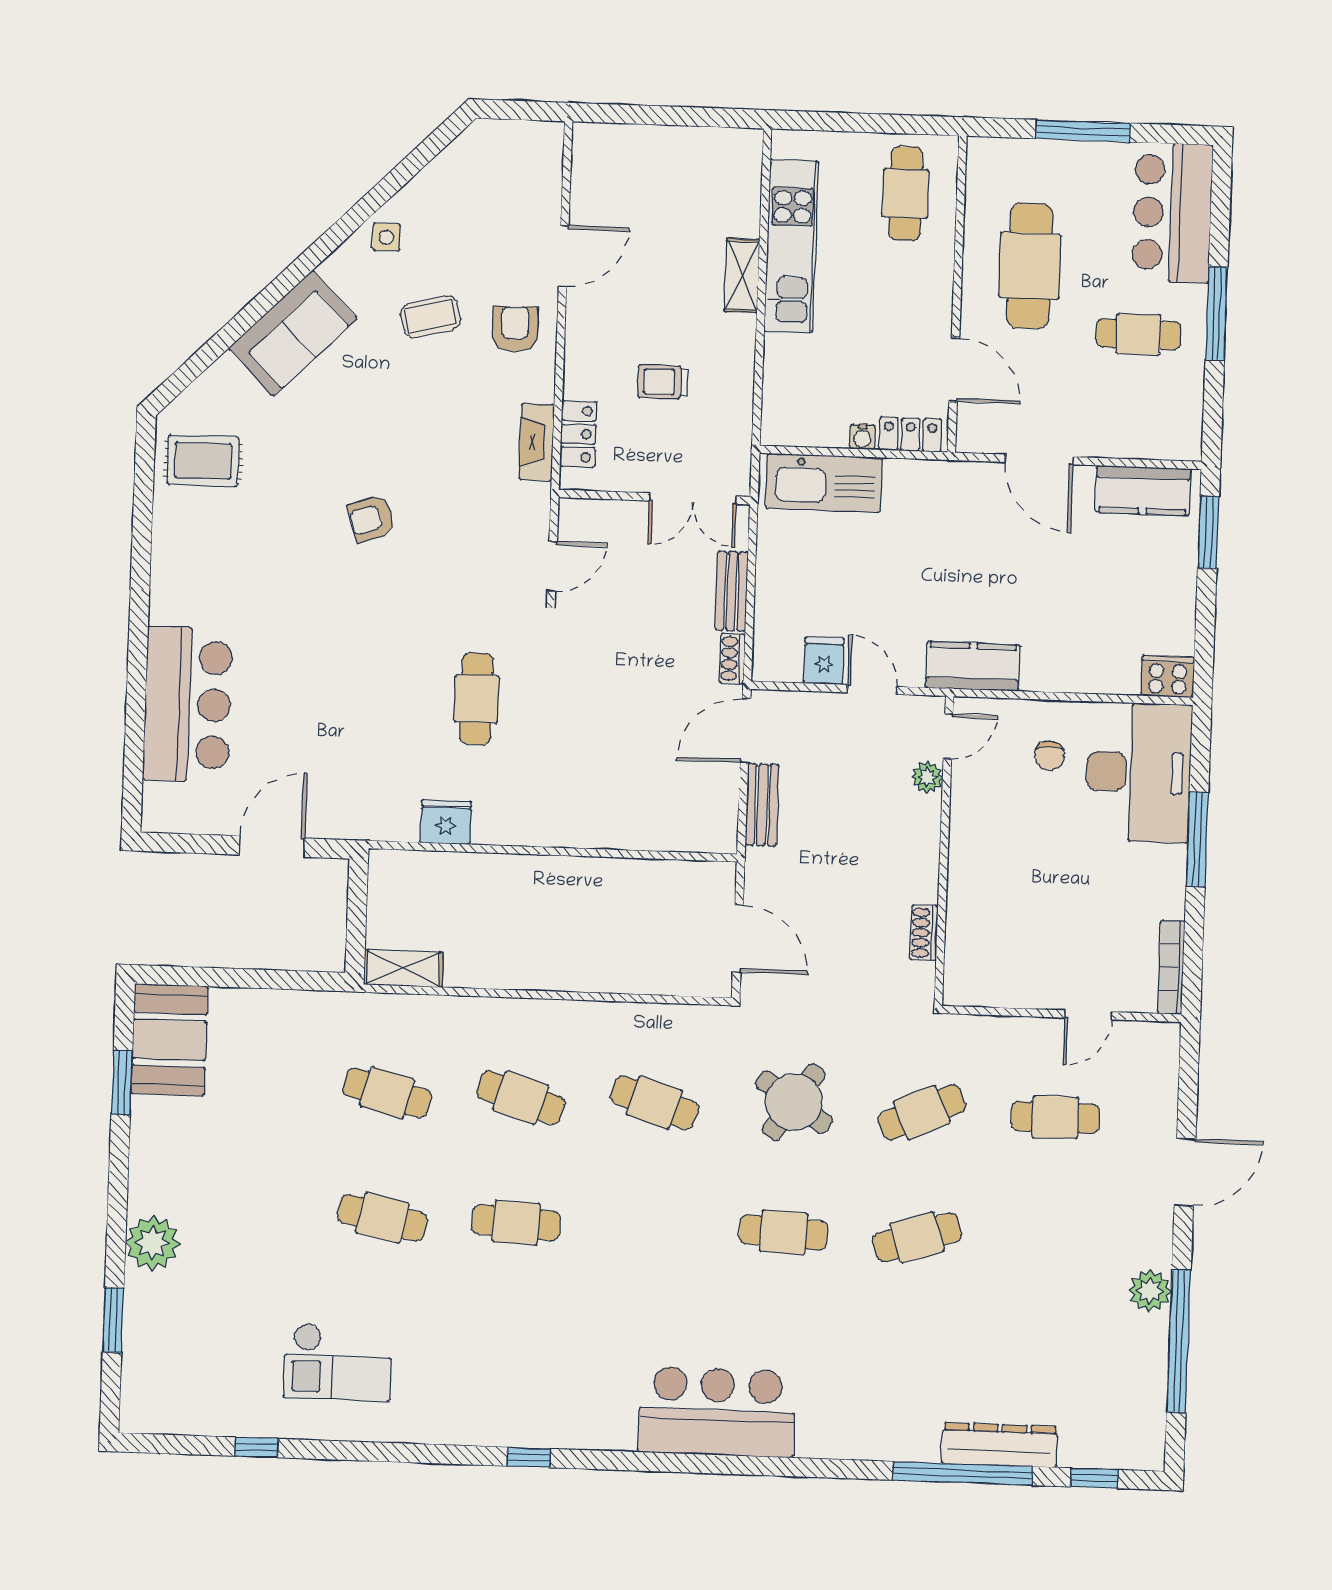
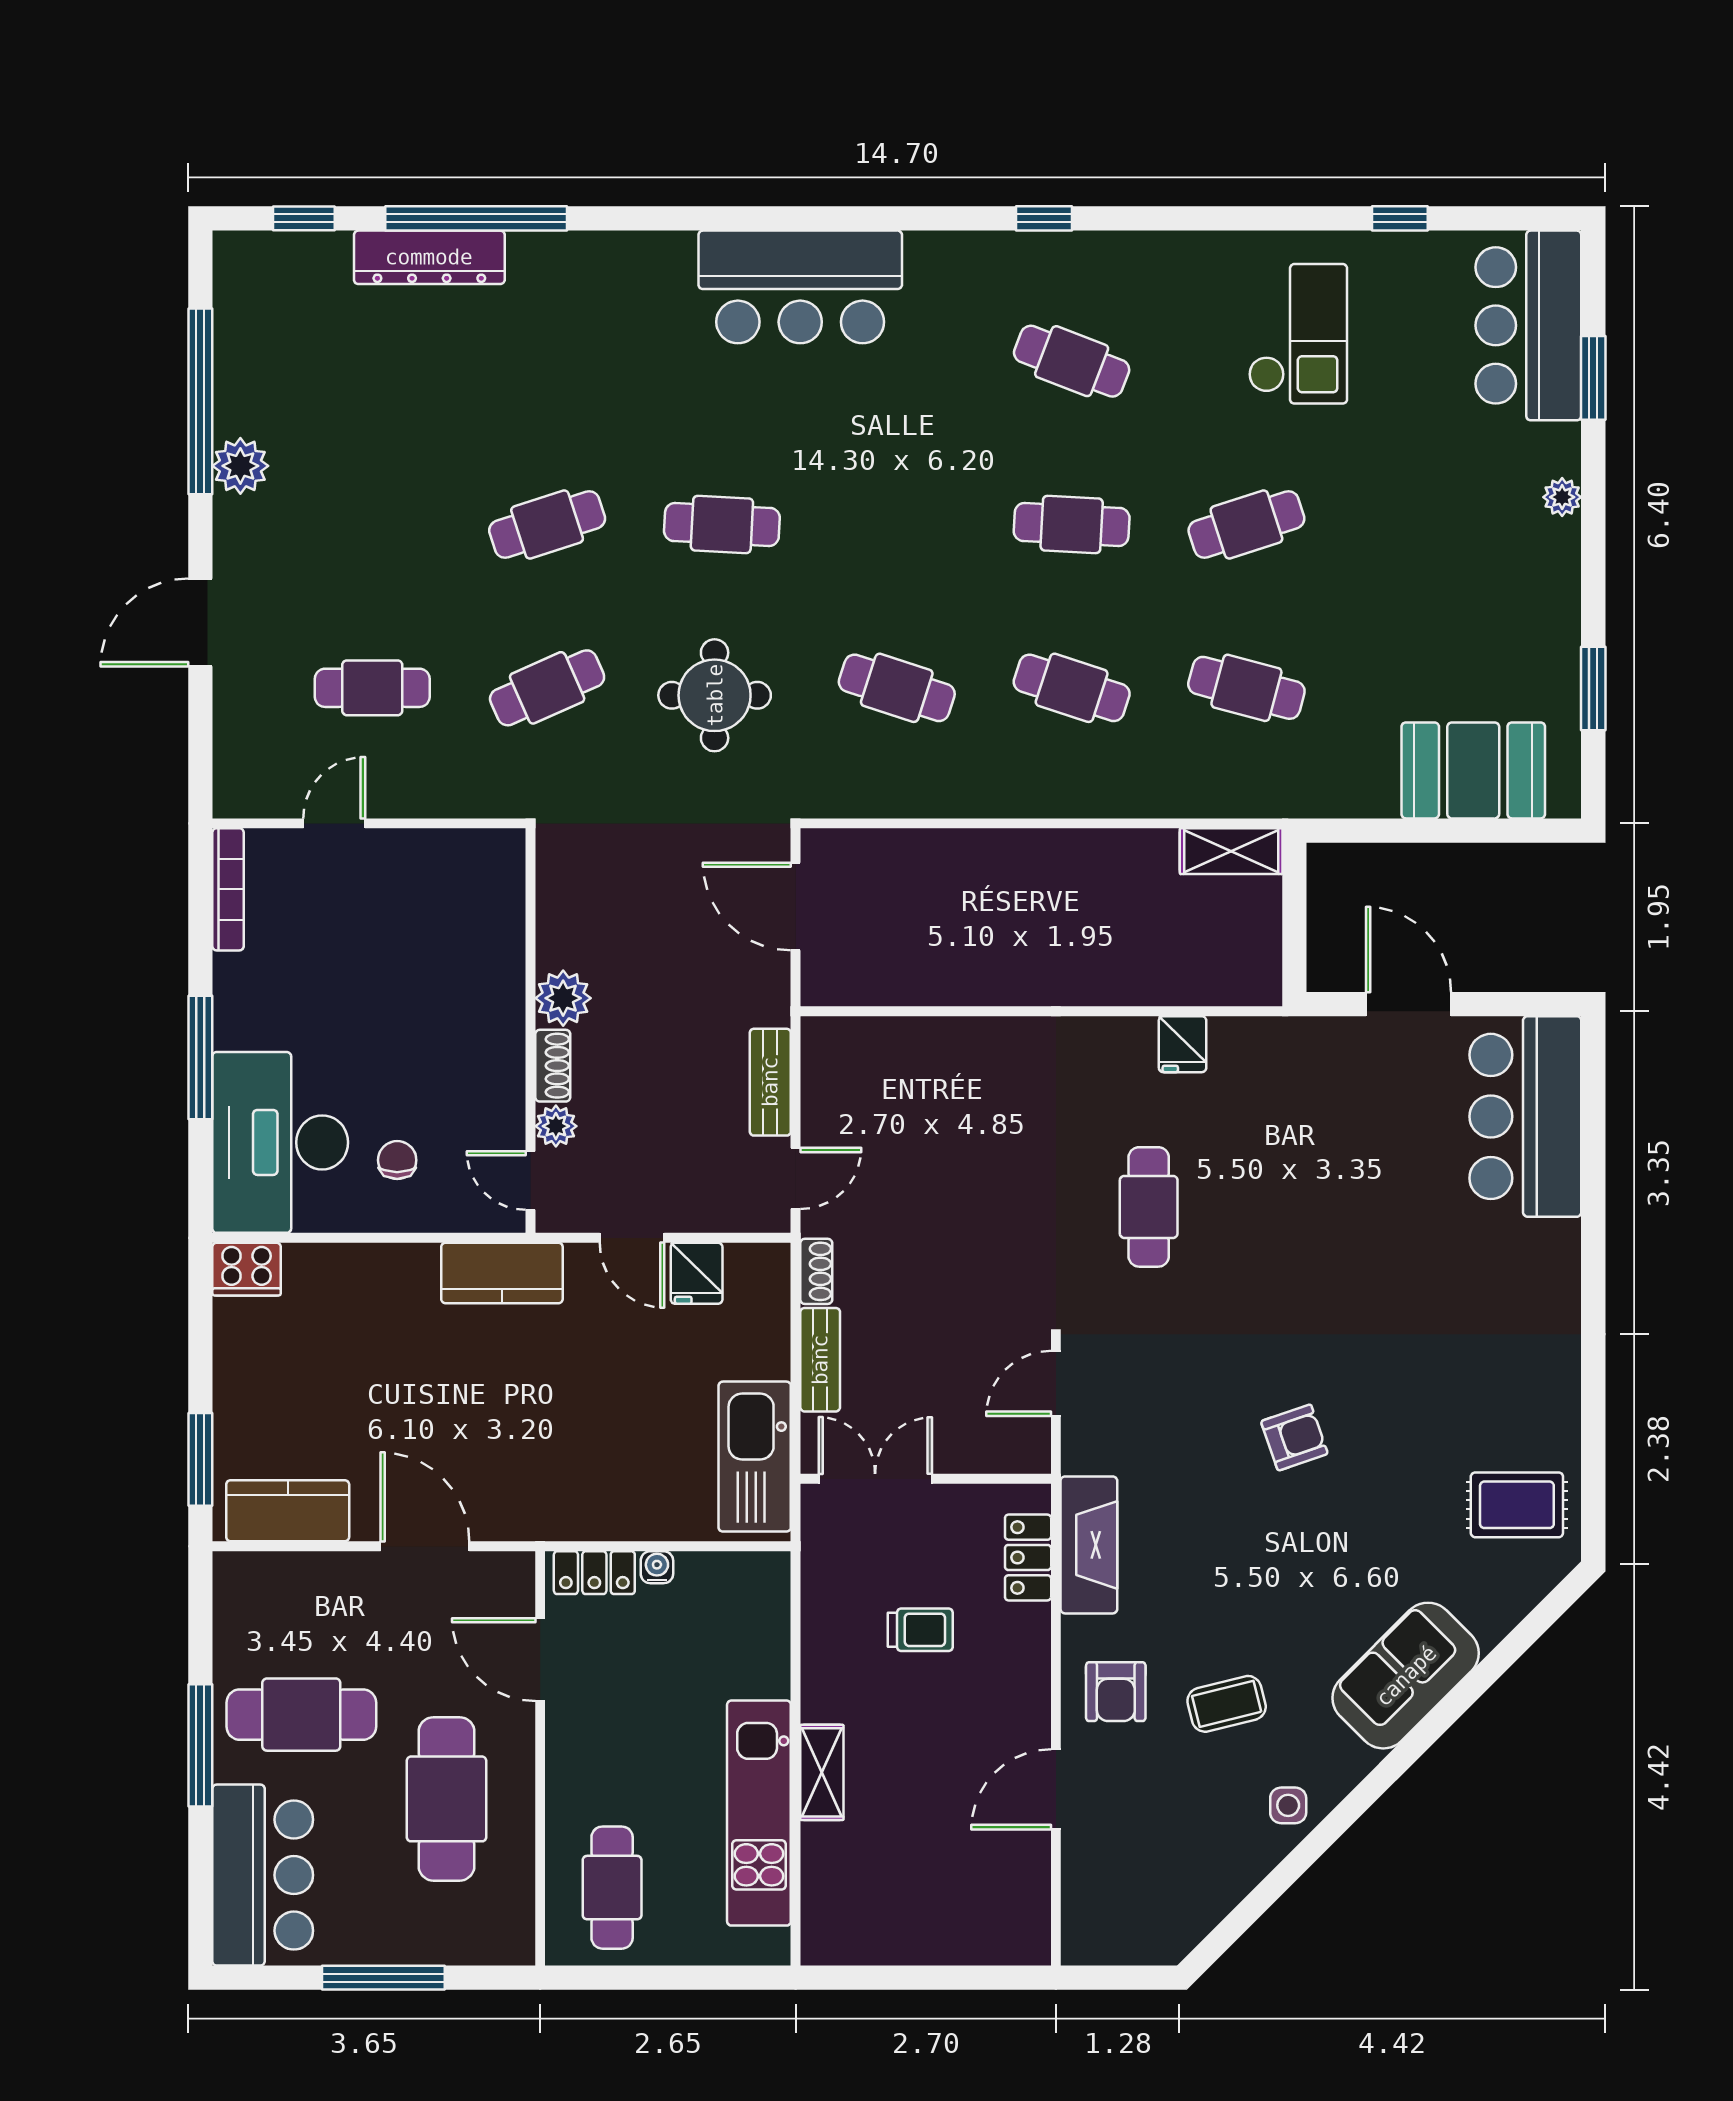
cafe table: (1138, 334) -> (301, 1715), width x1.37, depth x1.35
fireplace: (537, 442) -> (1089, 1545), width x1.37, depth x1.32
kitchen sink: (824, 483) -> (755, 1457), moved, turned -90
bar counter: (188, 704) -> (1525, 1116), moved
door: (745, 730) -> (796, 1178), width x0.73
door: (948, 736) -> (530, 1180), hinge flipped
fridge: (446, 822) -> (1183, 1044), width x0.72
door: (272, 847) -> (1409, 1004), swing flipped
plant: (918, 875) -> (563, 998), added
shoe rack: (924, 933) -> (553, 1066), moved
booth: (169, 1040) -> (1473, 770), moved, turned 90
round table: (794, 1102) -> (715, 695), turned -34
cafe table: (382, 1218) -> (1246, 524), turned -30
plant: (153, 1243) -> (1562, 497), width x0.53, depth x0.53
cafe table: (511, 1348) -> (1072, 361), added
bar counter: (161, 1362) -> (1528, 325), added
checkout: (338, 1362) -> (1298, 334), turned 90

